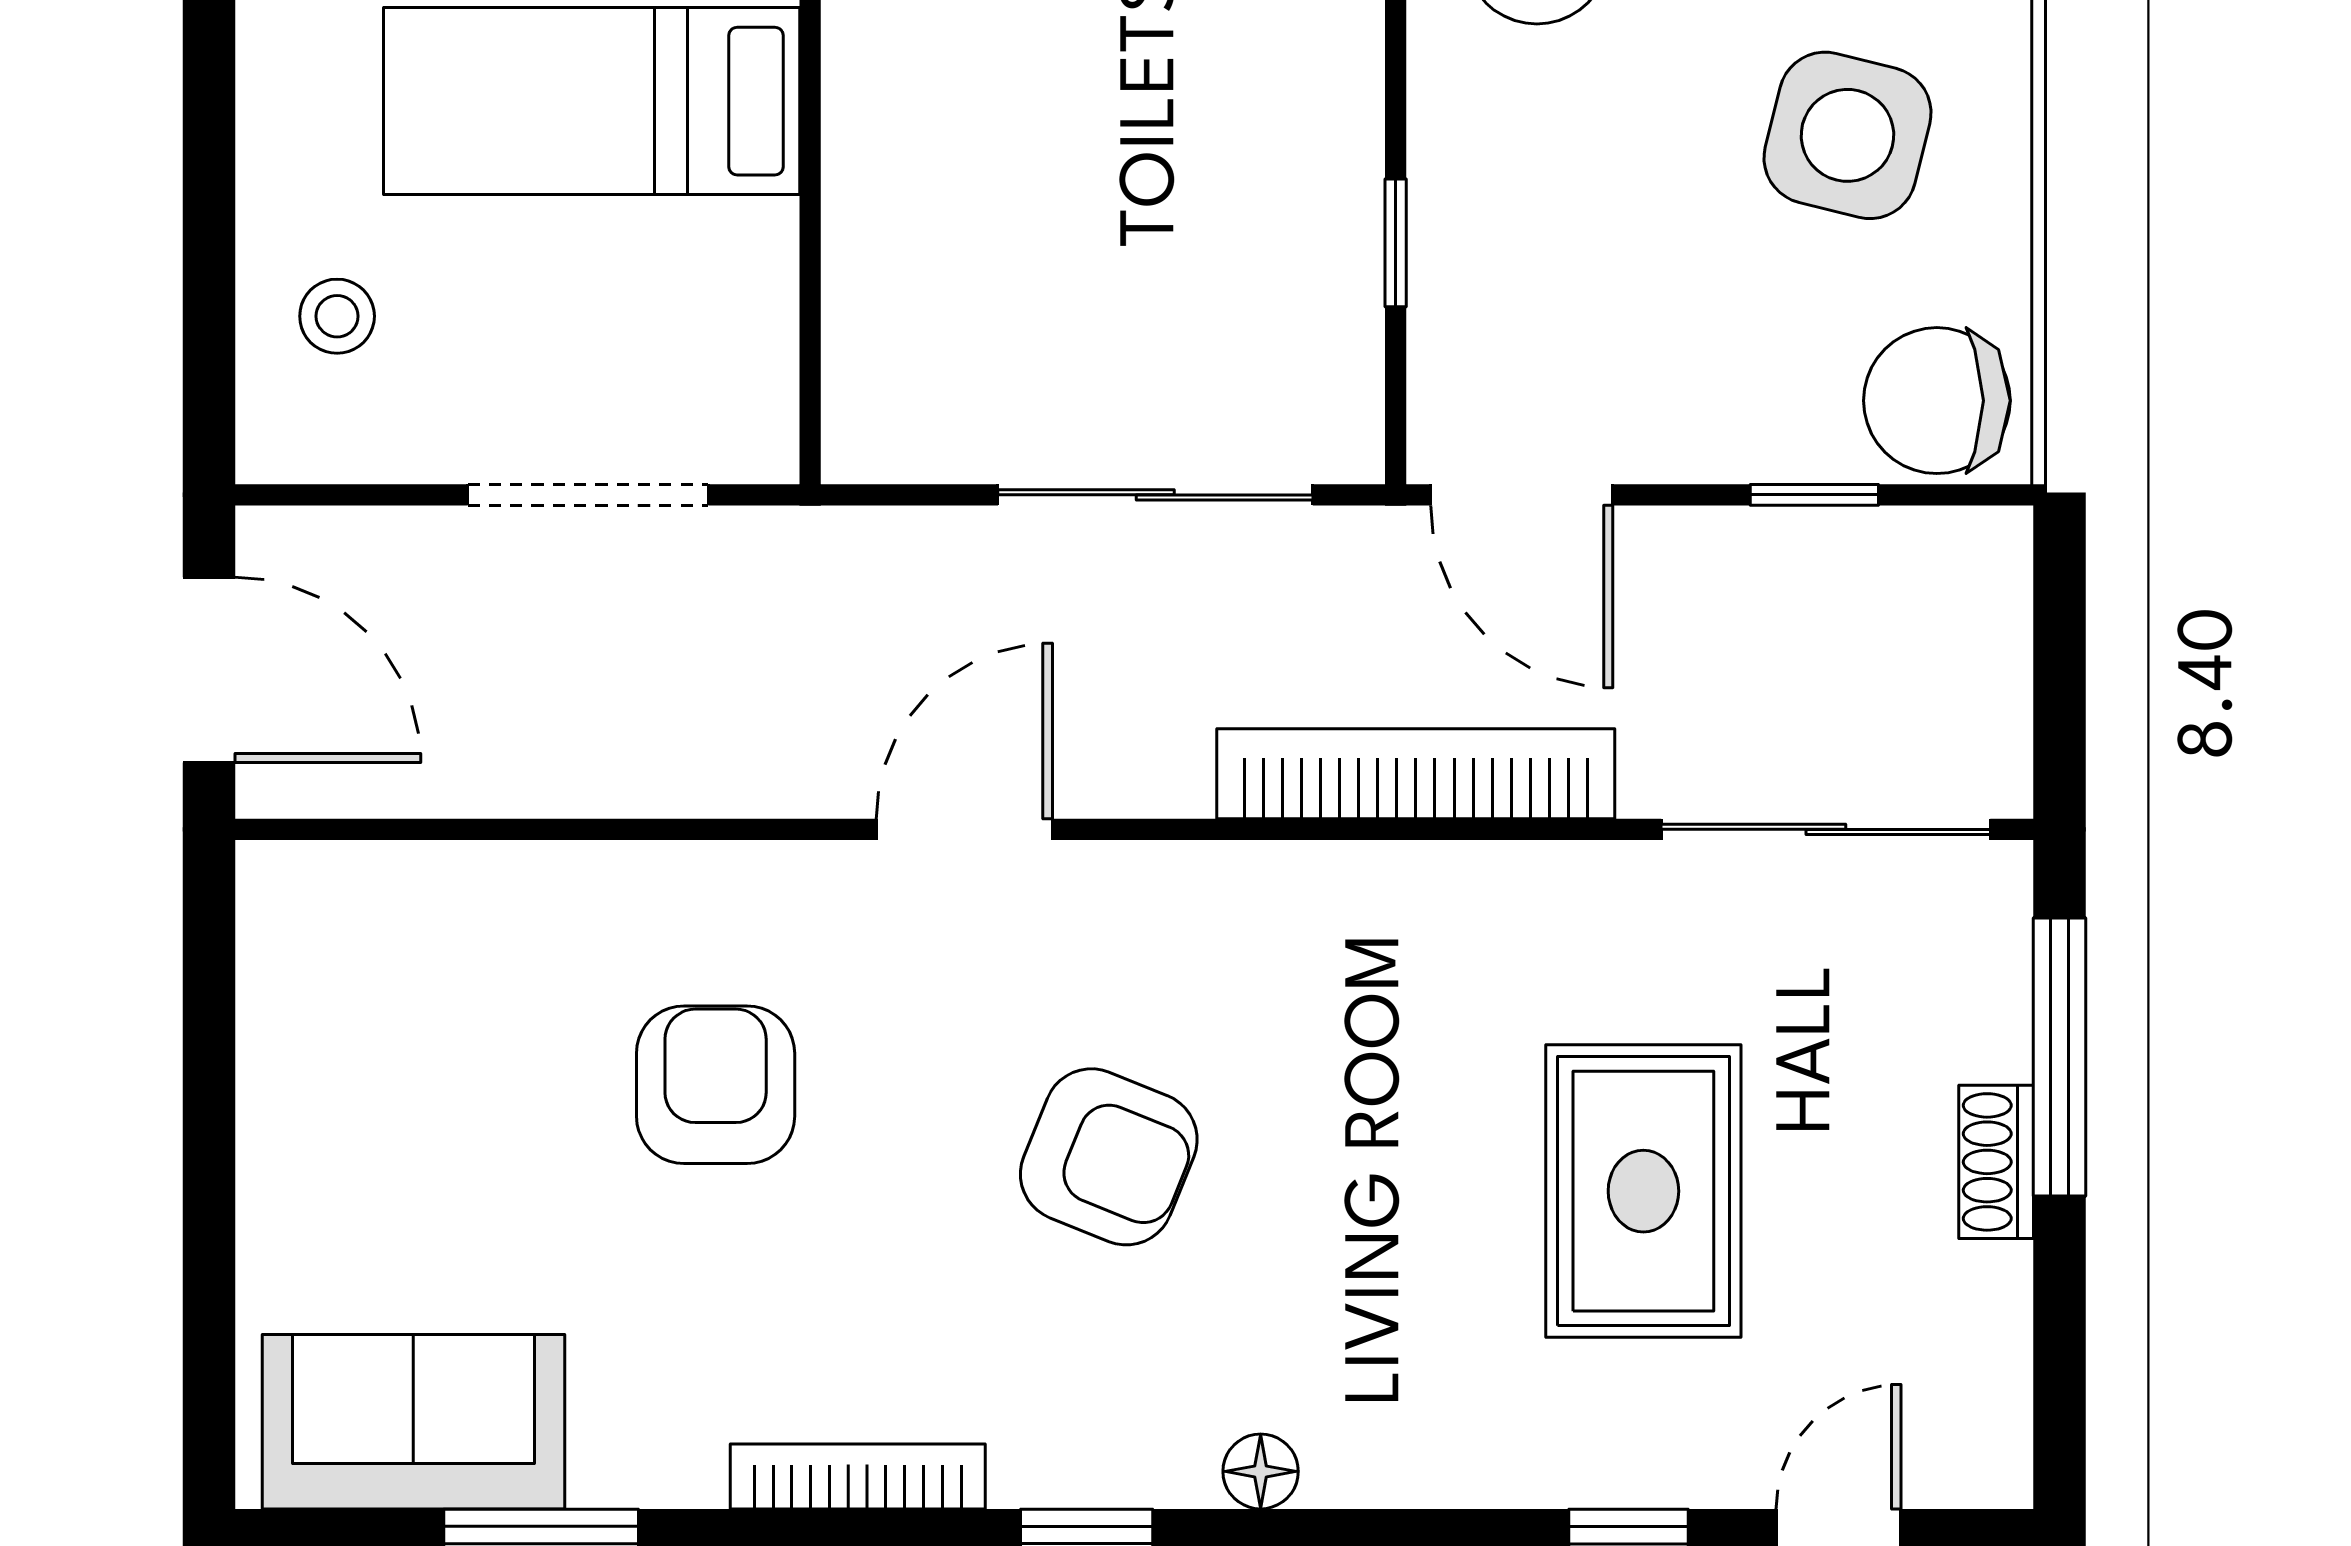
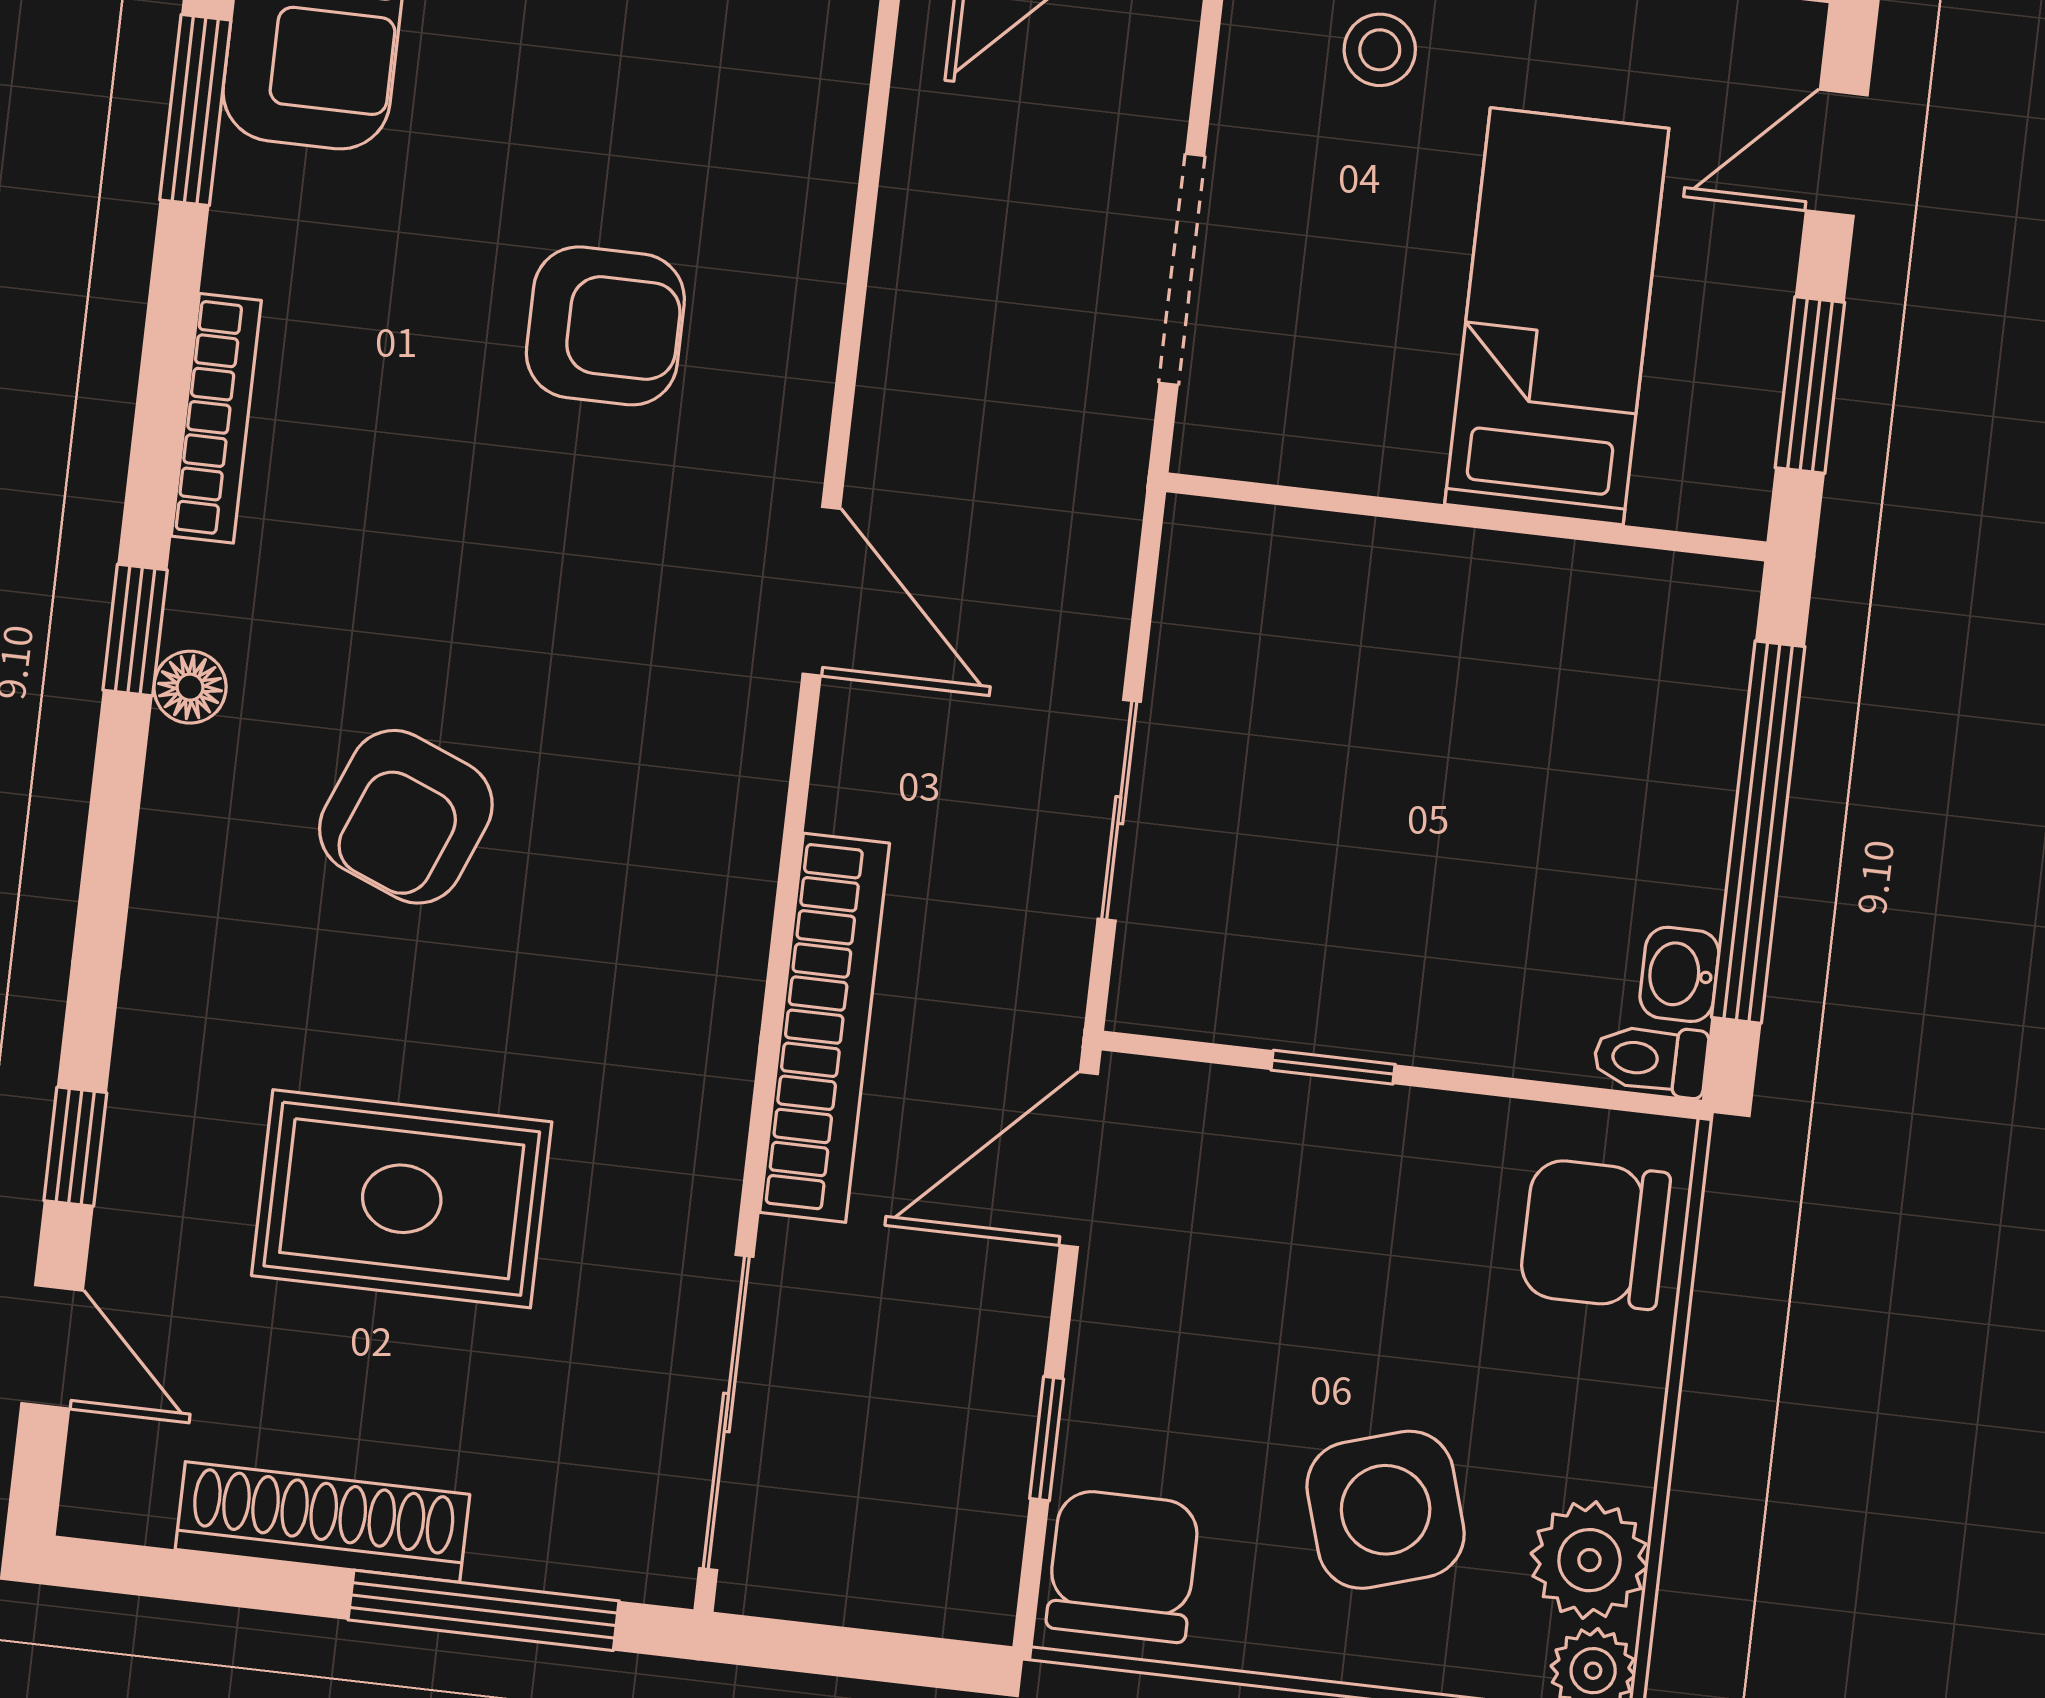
side table: (1847, 135) -> (1386, 1510), turned -31
sliding door: (1155, 495) -> (1119, 810), width x0.73
armchair: (1109, 1157) -> (406, 817), moved
shoe rack: (1996, 1162) -> (322, 1522), width x1.94, depth x1.24
floor lamp: (1261, 1471) -> (190, 687), moved

